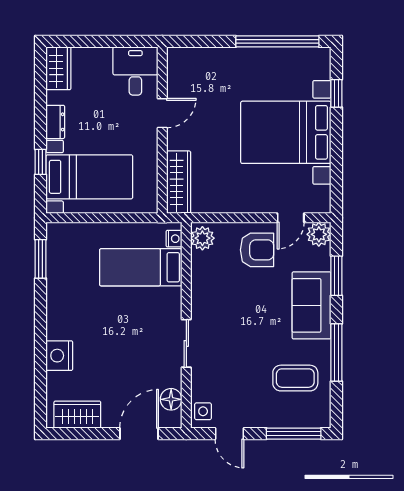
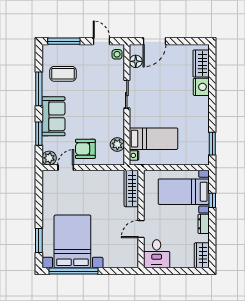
window: (336, 93) -> (39, 241), width x1.50
bed with nightstands: (286, 132) -> (72, 241), moved, turned -90
plant: (202, 238) -> (117, 144), moved
wardrobe: (77, 415) -> (201, 64), moved, turned 90

